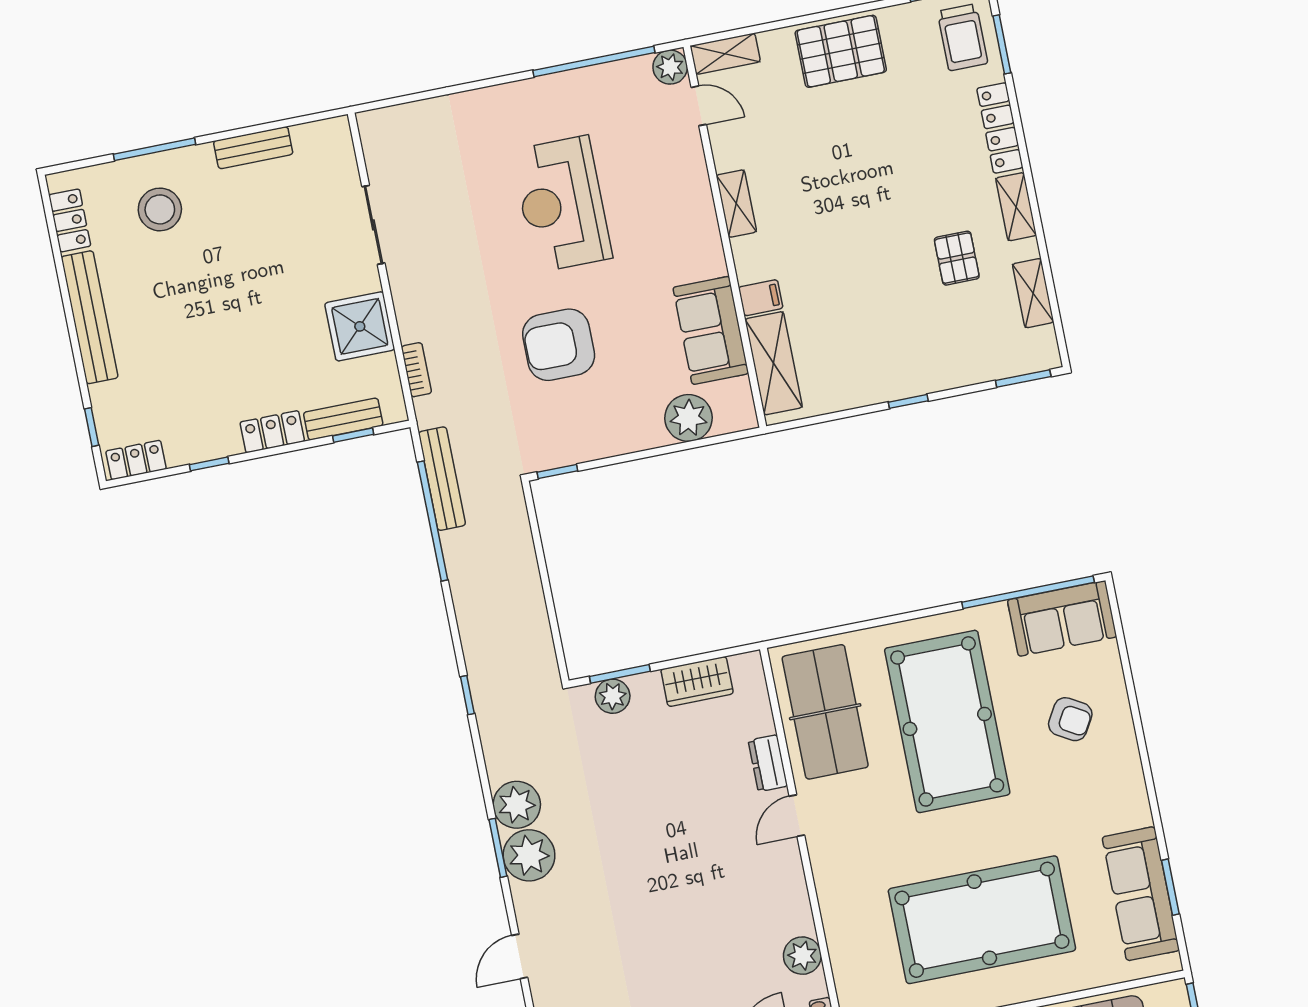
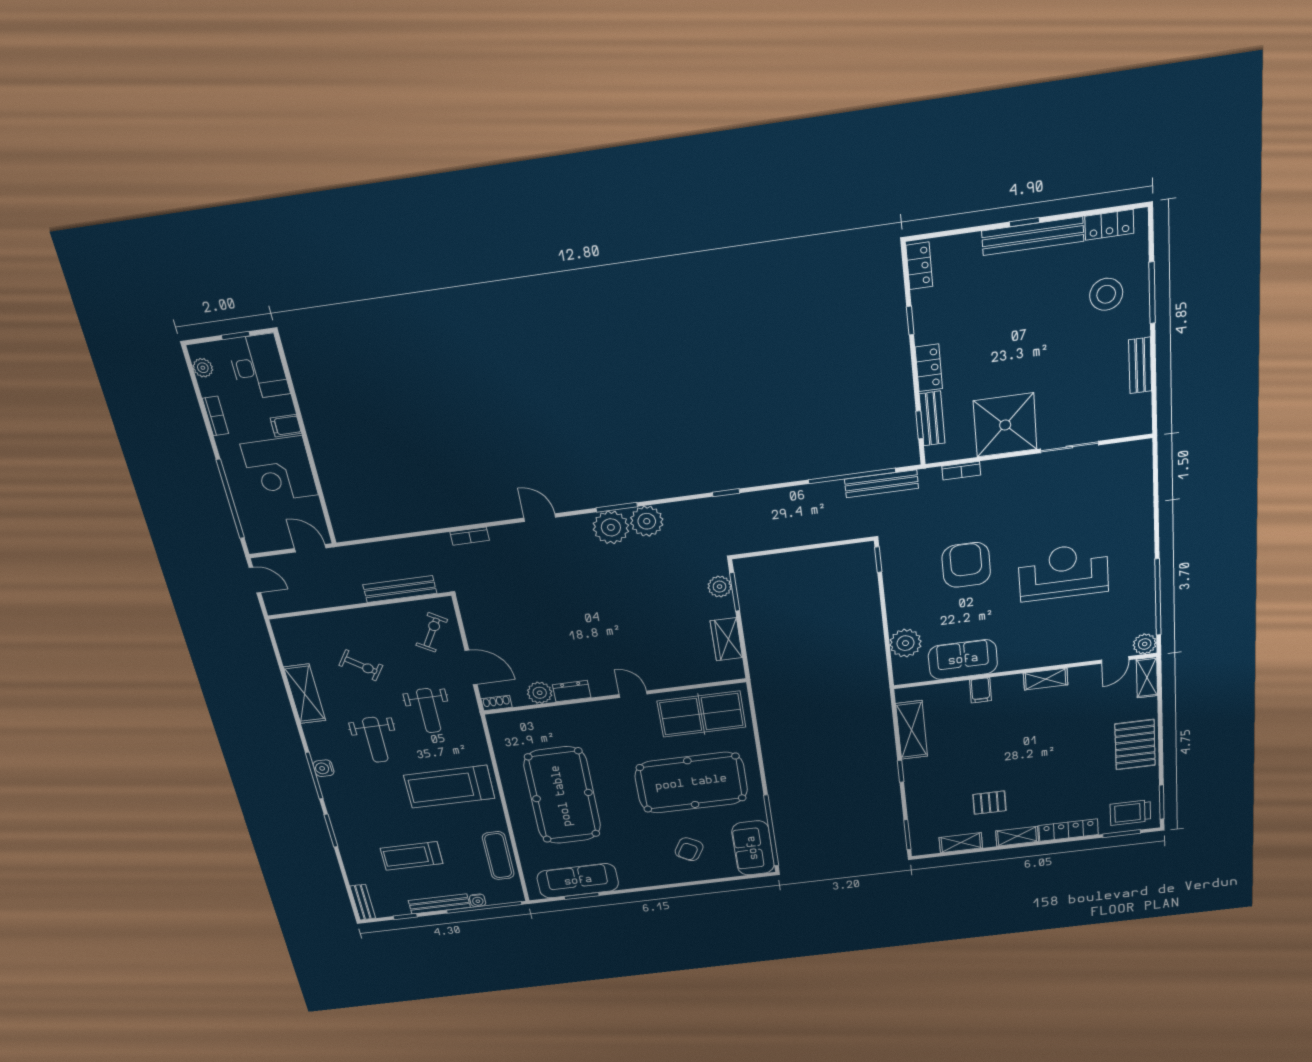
shower: (360, 326) -> (1005, 425), width x1.37, depth x1.37
shelving: (774, 363) -> (912, 730), moved, turned 90
window: (92, 427) -> (1024, 222), moved
dresser: (768, 763) -> (572, 691), moved

